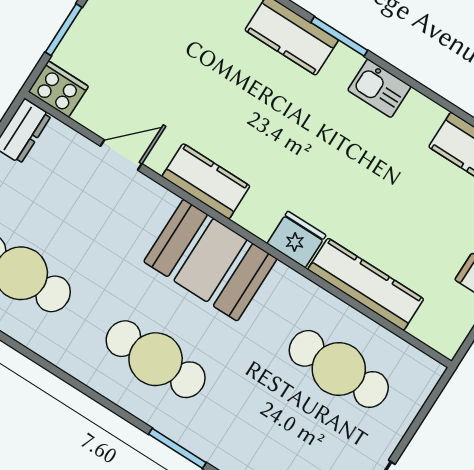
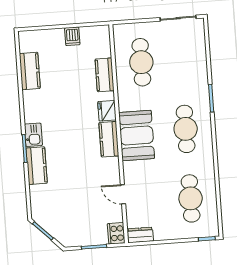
kitchen sink: (379, 88) -> (33, 135), moved
kitchen counter: (206, 181) -> (109, 139), moved
kitchen counter: (366, 284) -> (105, 75), width x0.67

